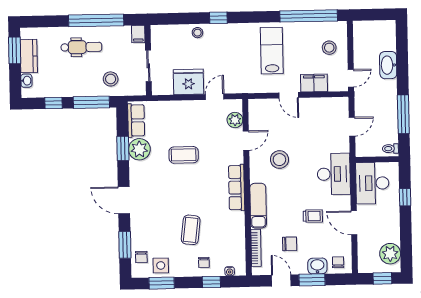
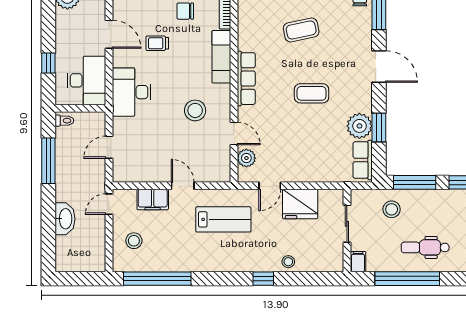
lab bench: (272, 51) -> (223, 219), moved, turned -90
door: (246, 141) -> (234, 134), swing flipped
coffee table: (184, 155) -> (312, 93), moved
coffee table: (191, 230) -> (301, 30), turned 71

